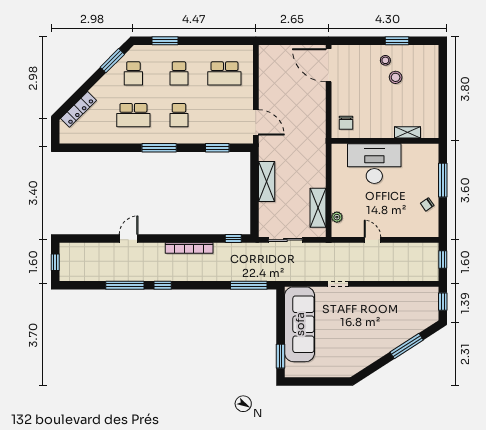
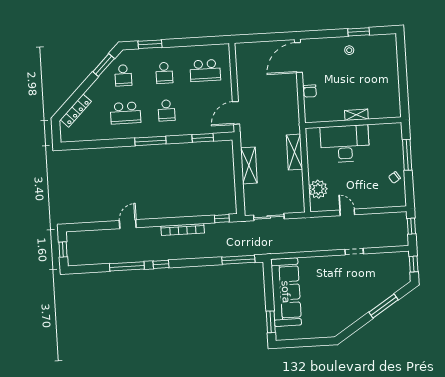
door: (329, 65) -> (298, 58), hinge flipped
stool: (396, 77) -> (359, 65), removed
door: (256, 122) -> (236, 113), swing flipped
chair: (346, 123) -> (310, 91), moved
shelving: (408, 132) -> (356, 115), moved
shelving: (318, 208) -> (294, 152), moved
plant: (337, 217) -> (318, 189), width x1.87, depth x1.87
doorway: (338, 284) -> (354, 252), moved

